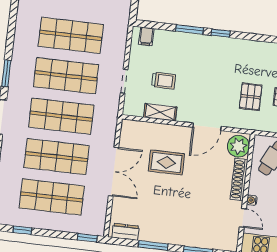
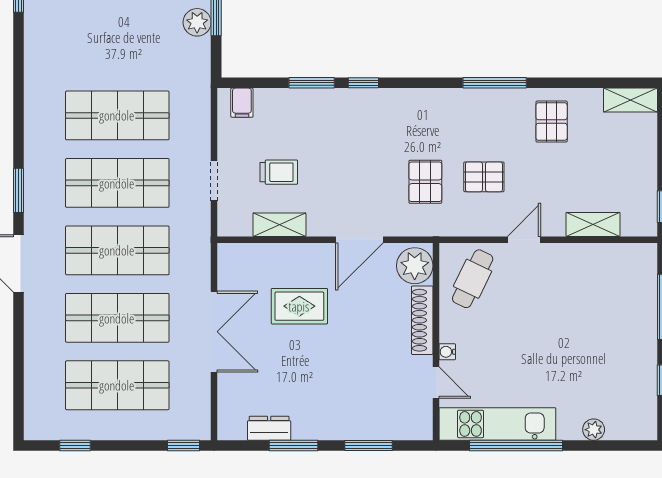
dresser: (126, 232) -> (269, 428), moved

